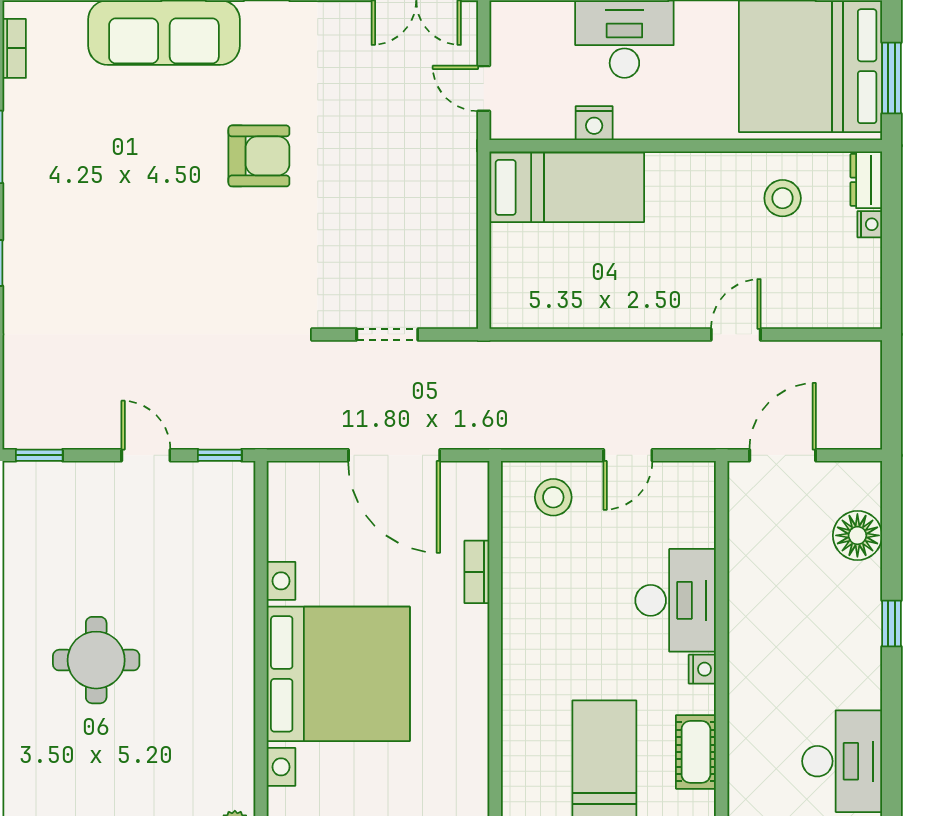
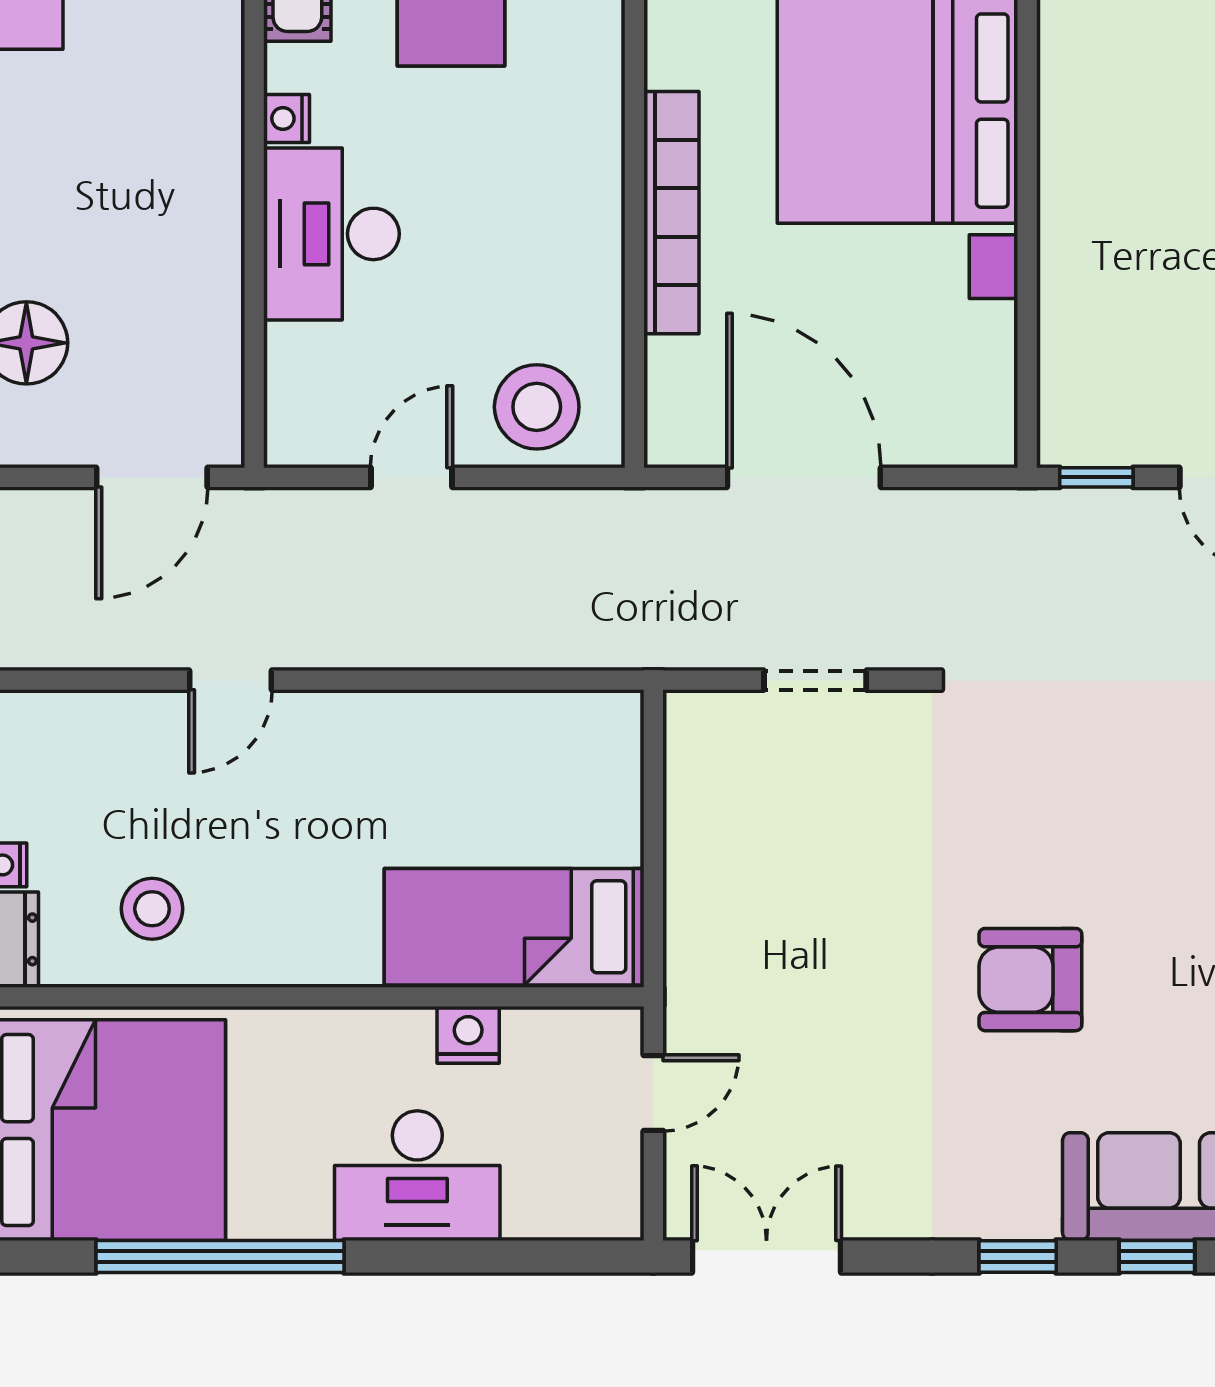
door: (484, 88) -> (653, 1093), hinge flipped
stool: (553, 497) -> (537, 407), width x1.38, depth x1.38
bookcase: (477, 572) -> (671, 213), width x2.31, depth x1.31

